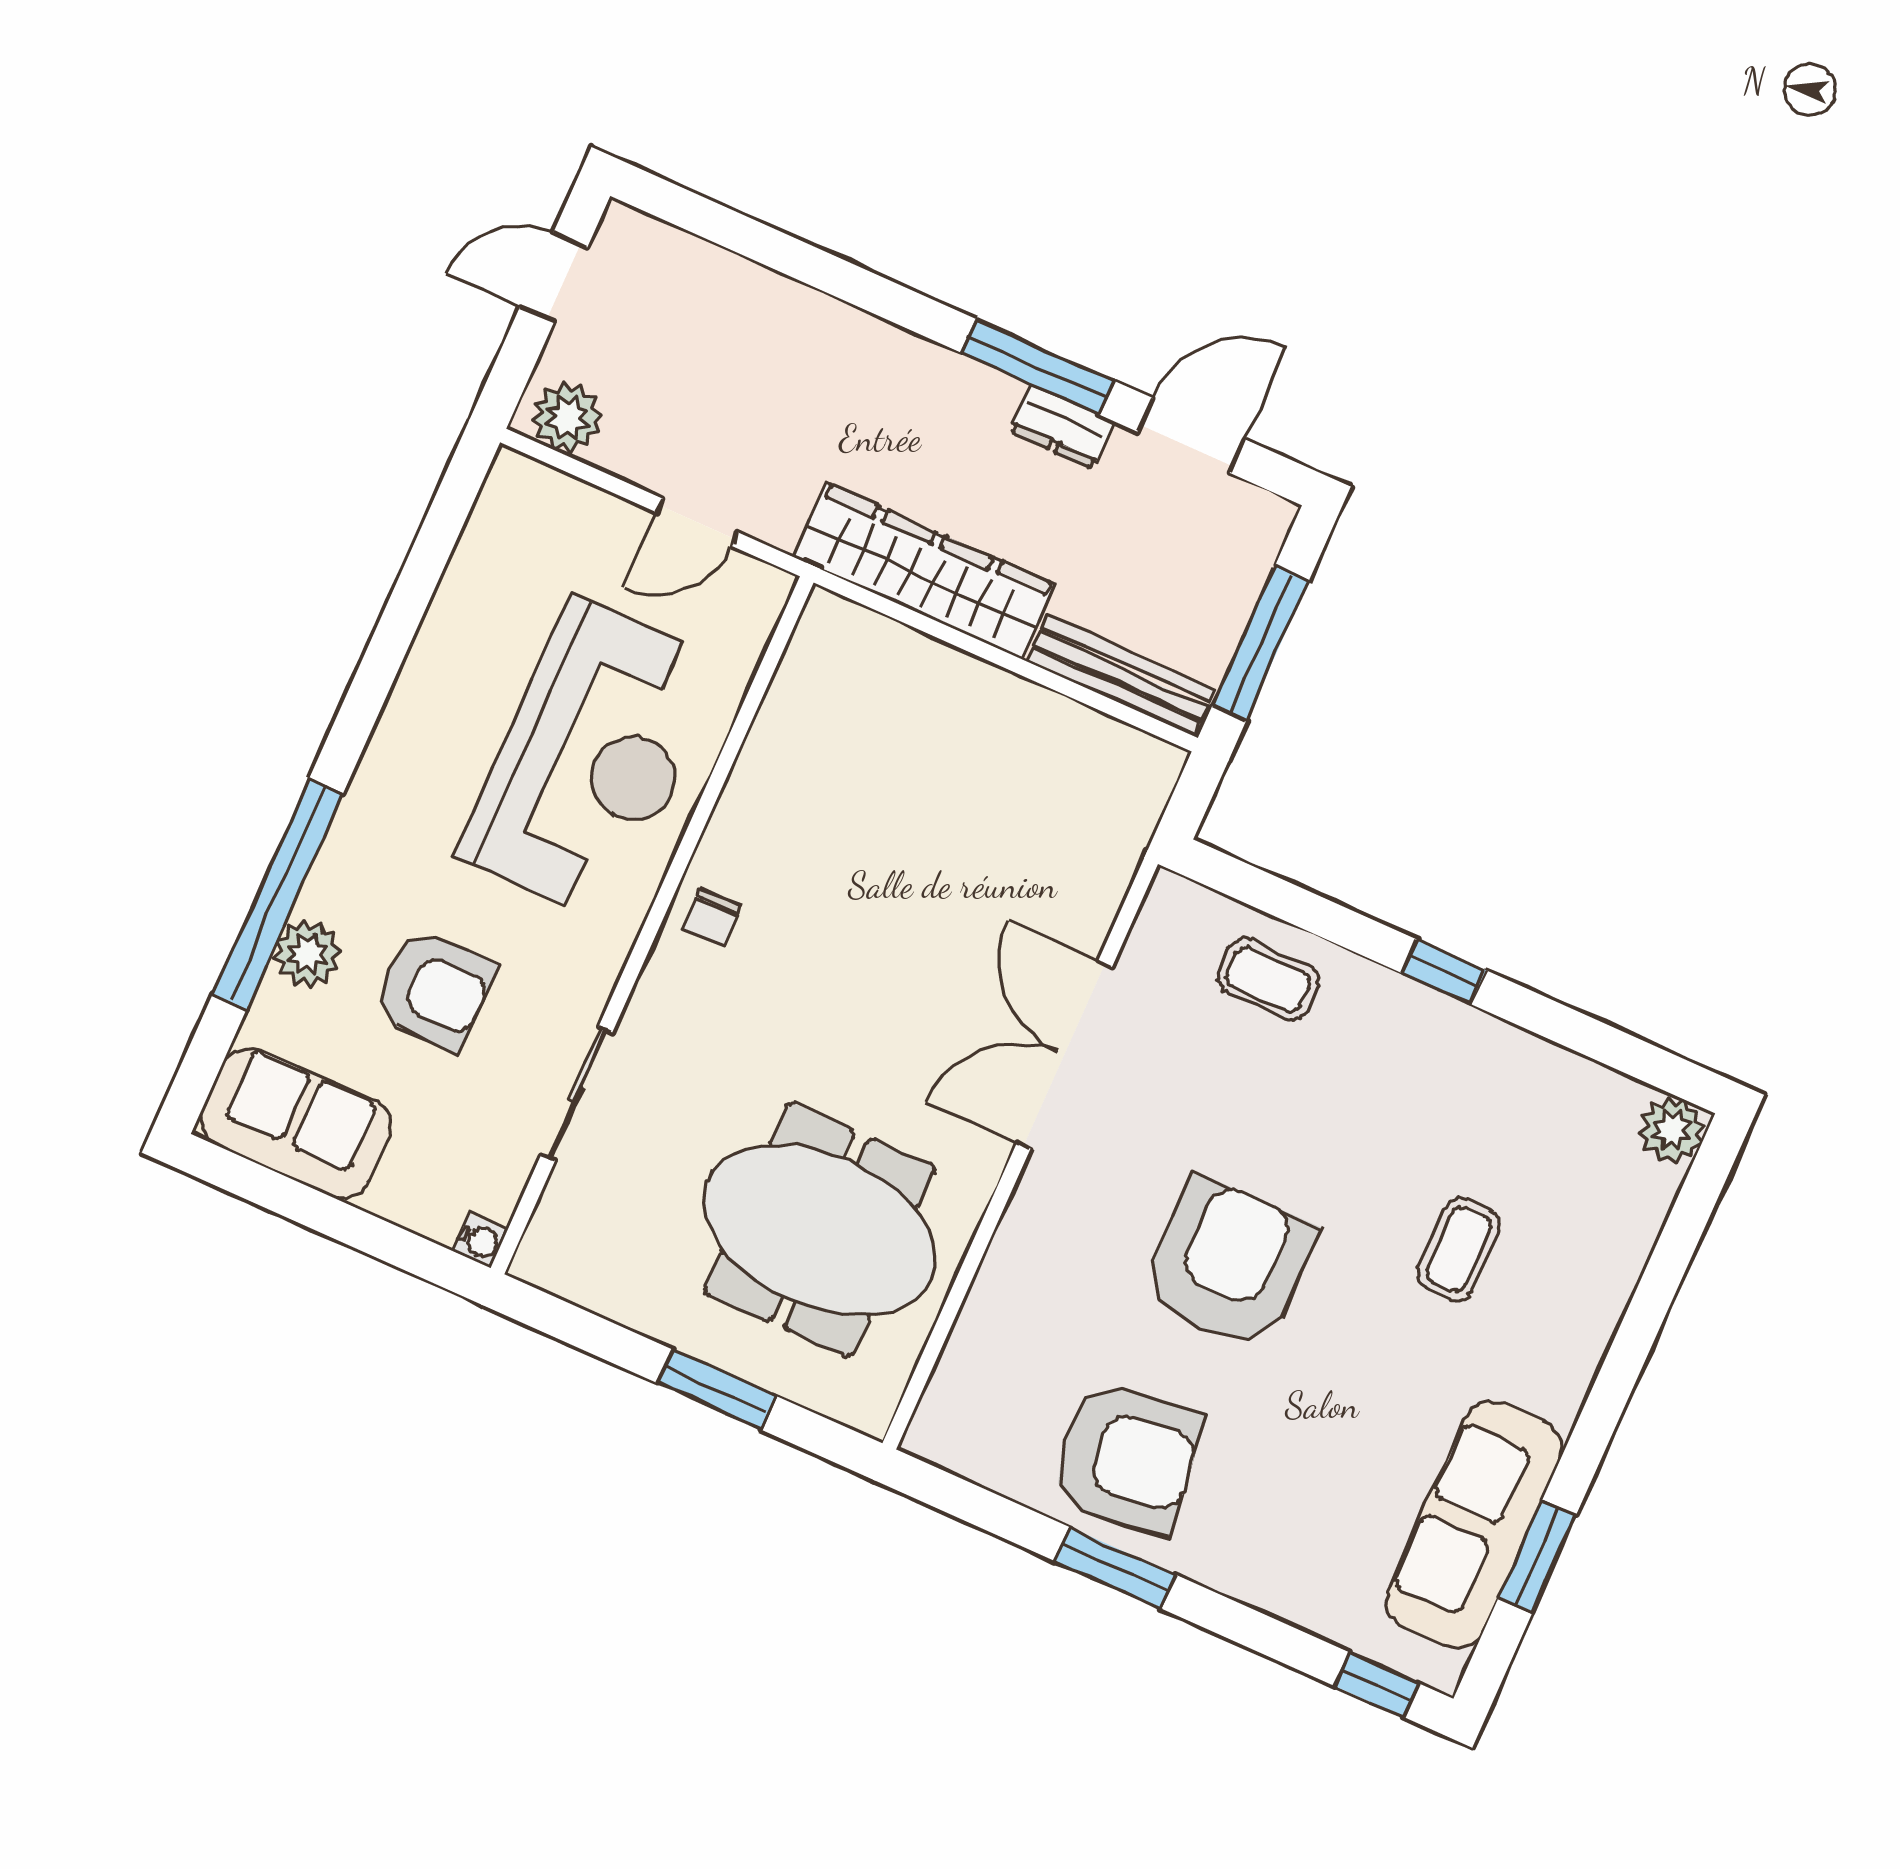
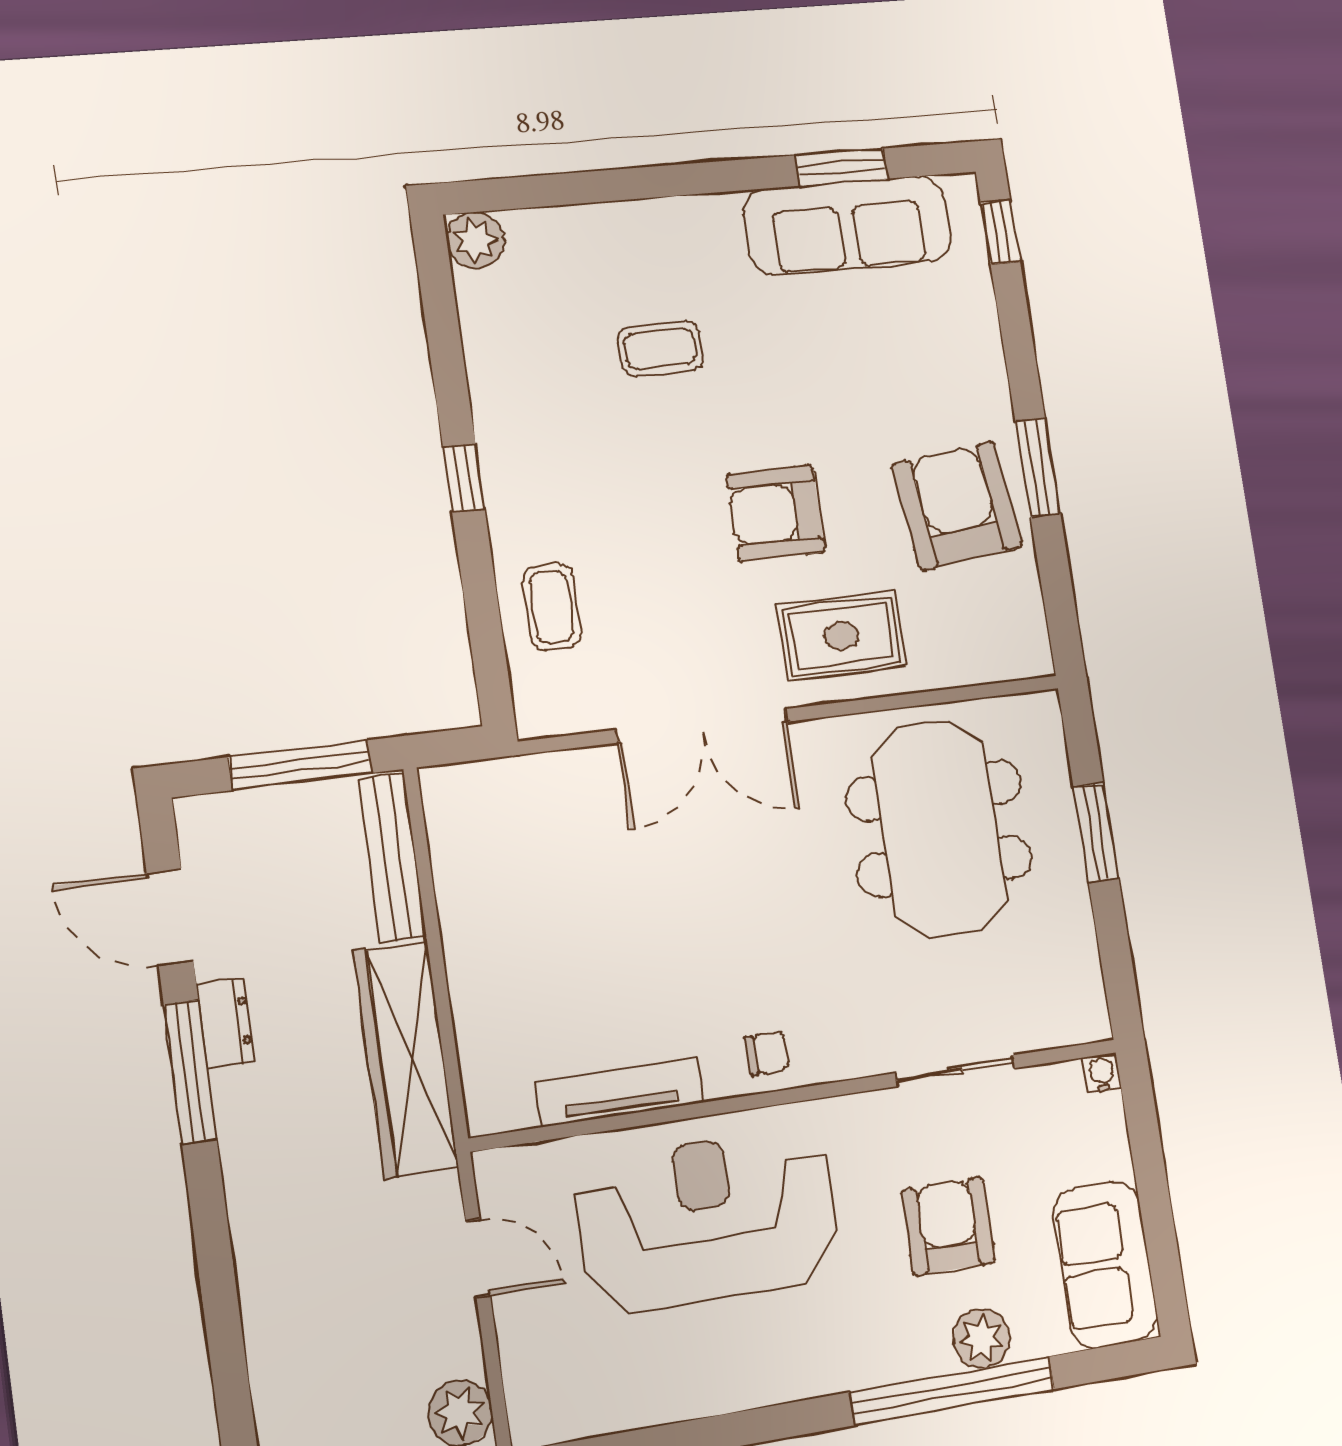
tv unit: (765, 752) -> (620, 1093), added
rug: (1068, 1253) -> (841, 635), added
armchair: (1228, 1263) -> (776, 513), width x0.73, depth x0.73

